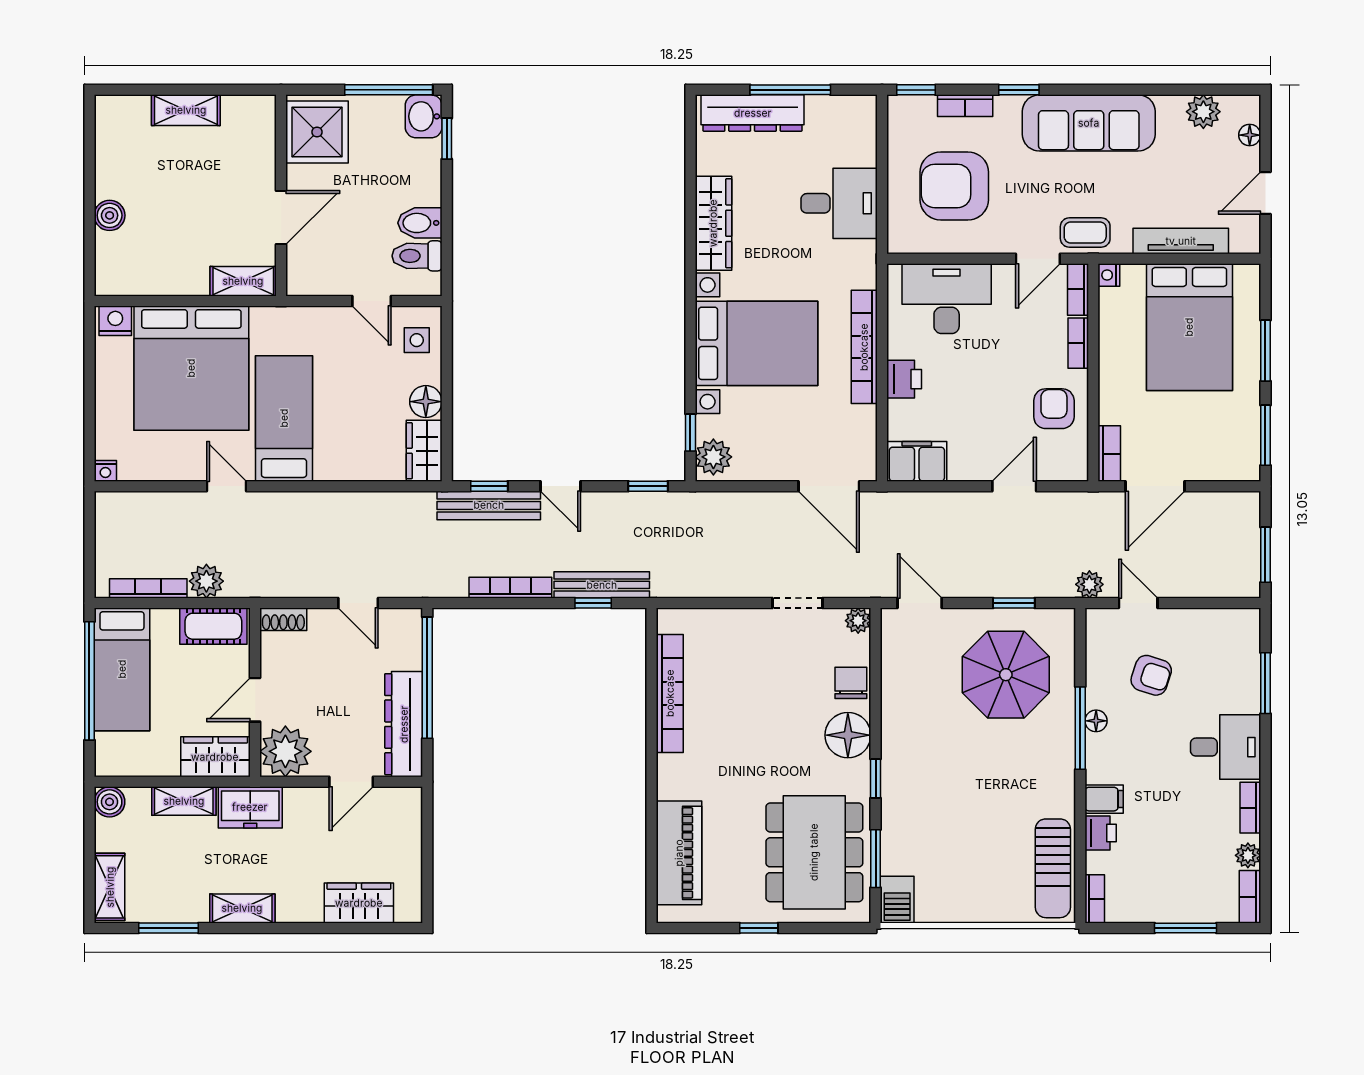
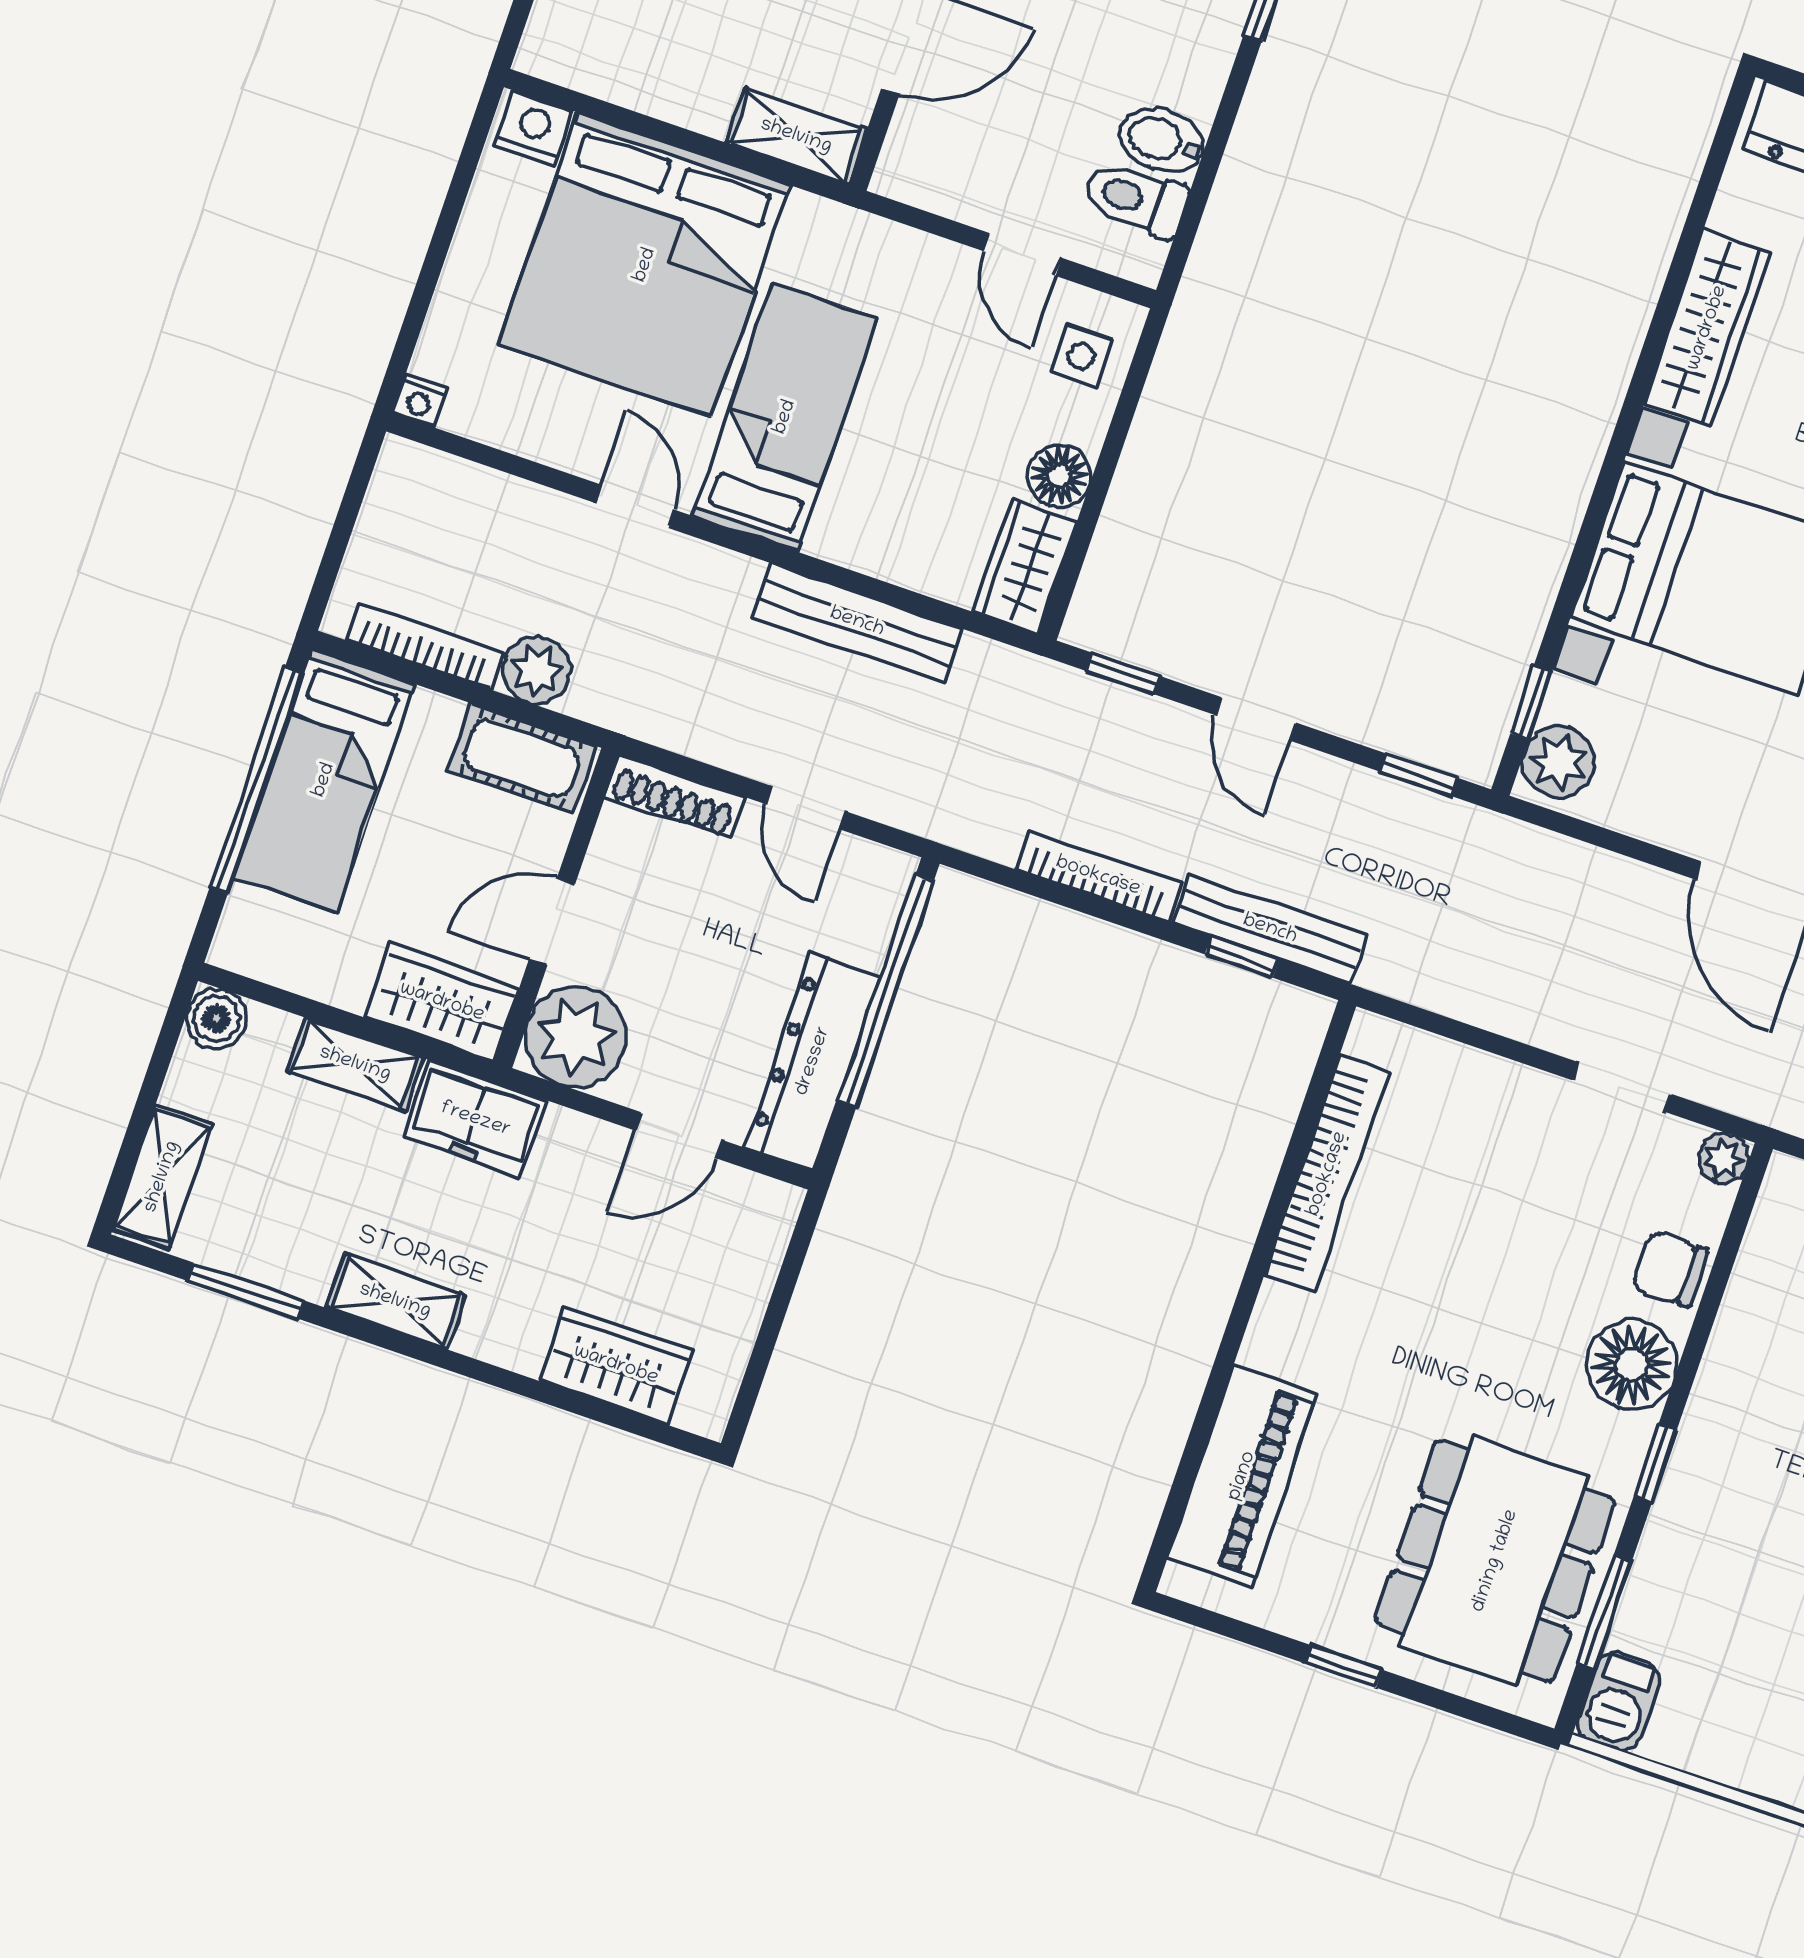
bench: (489, 505) -> (857, 622), moved
shoe rack: (283, 619) -> (674, 796), width x1.43
chair: (851, 683) -> (1670, 1270), turned -90

